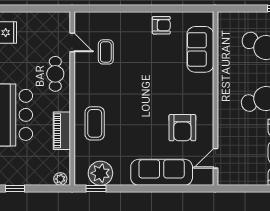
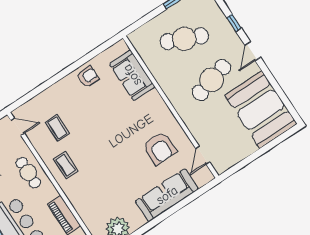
door: (72, 42) -> (18, 127), moved
coffee table: (95, 123) -> (66, 165), moved, width x0.73, depth x0.77

